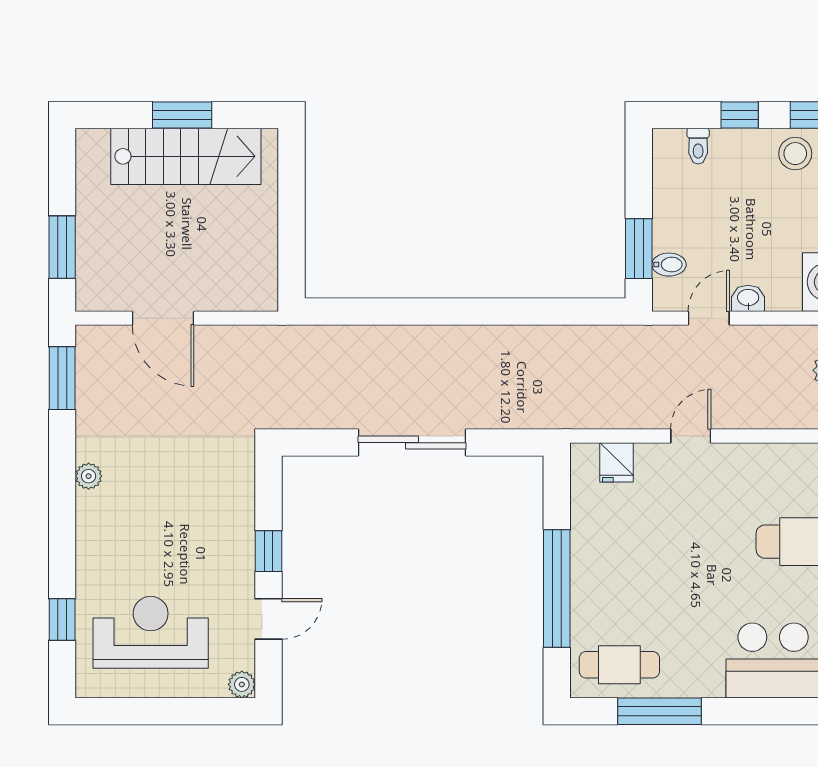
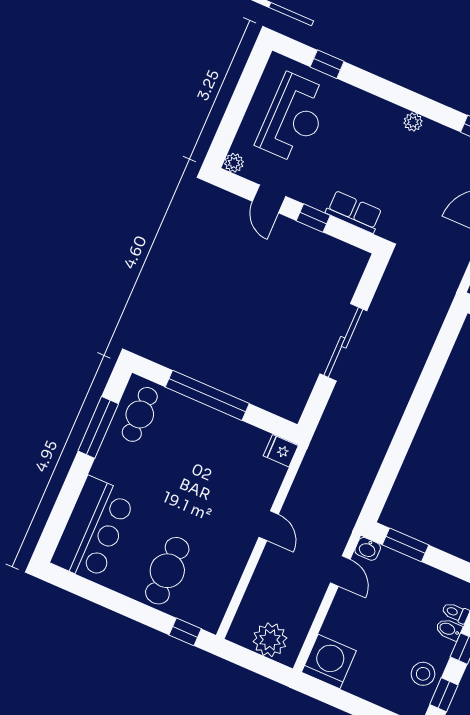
bidet: (669, 265) -> (449, 629), moved, turned 90
washbasin: (748, 298) -> (368, 549), moved, turned 90
fridge: (617, 462) -> (281, 451), moved
row of seats: (238, 502) -> (354, 212), added

